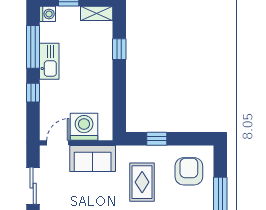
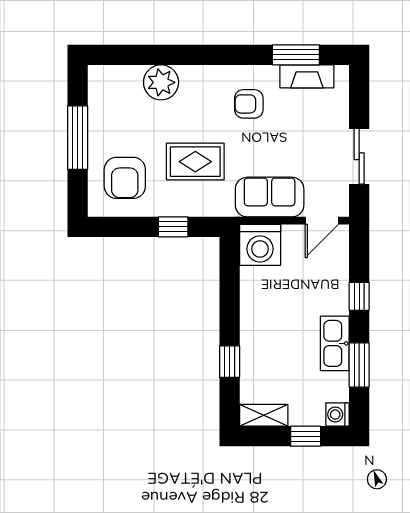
window: (33, 47) -> (359, 365), width x0.69
washing machine: (84, 127) -> (260, 245), moved
rug: (142, 182) -> (195, 162), turned 90

